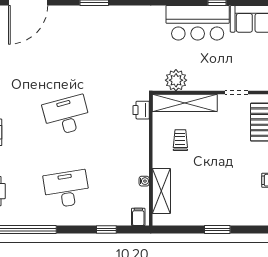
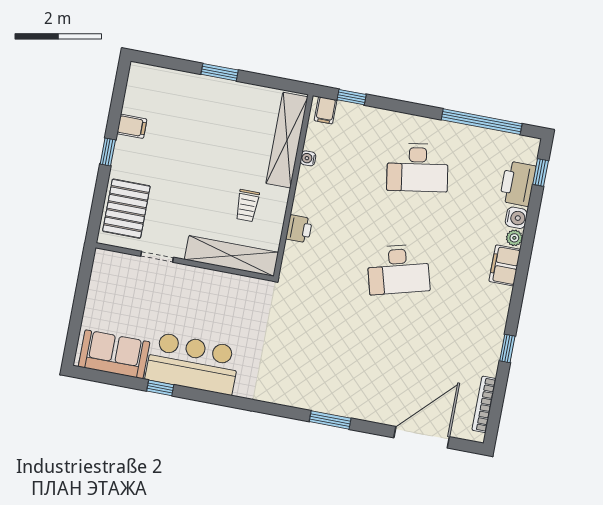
plant: (176, 80) -> (238, 290), removed
printer: (141, 110) -> (299, 229), moved
shelving: (161, 191) -> (287, 140), width x1.47
window: (106, 230) -> (352, 97), moved

